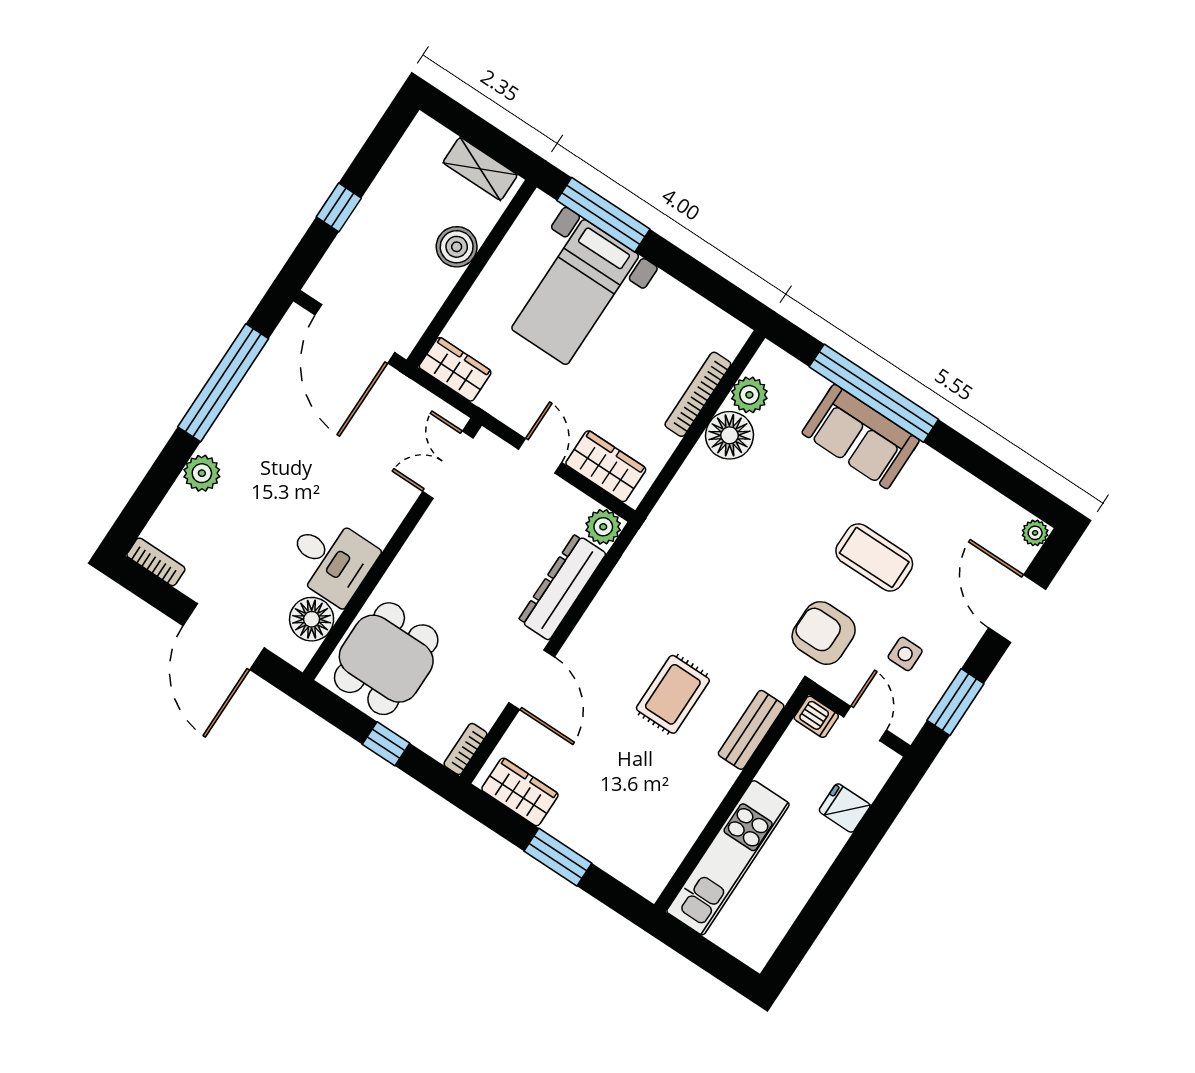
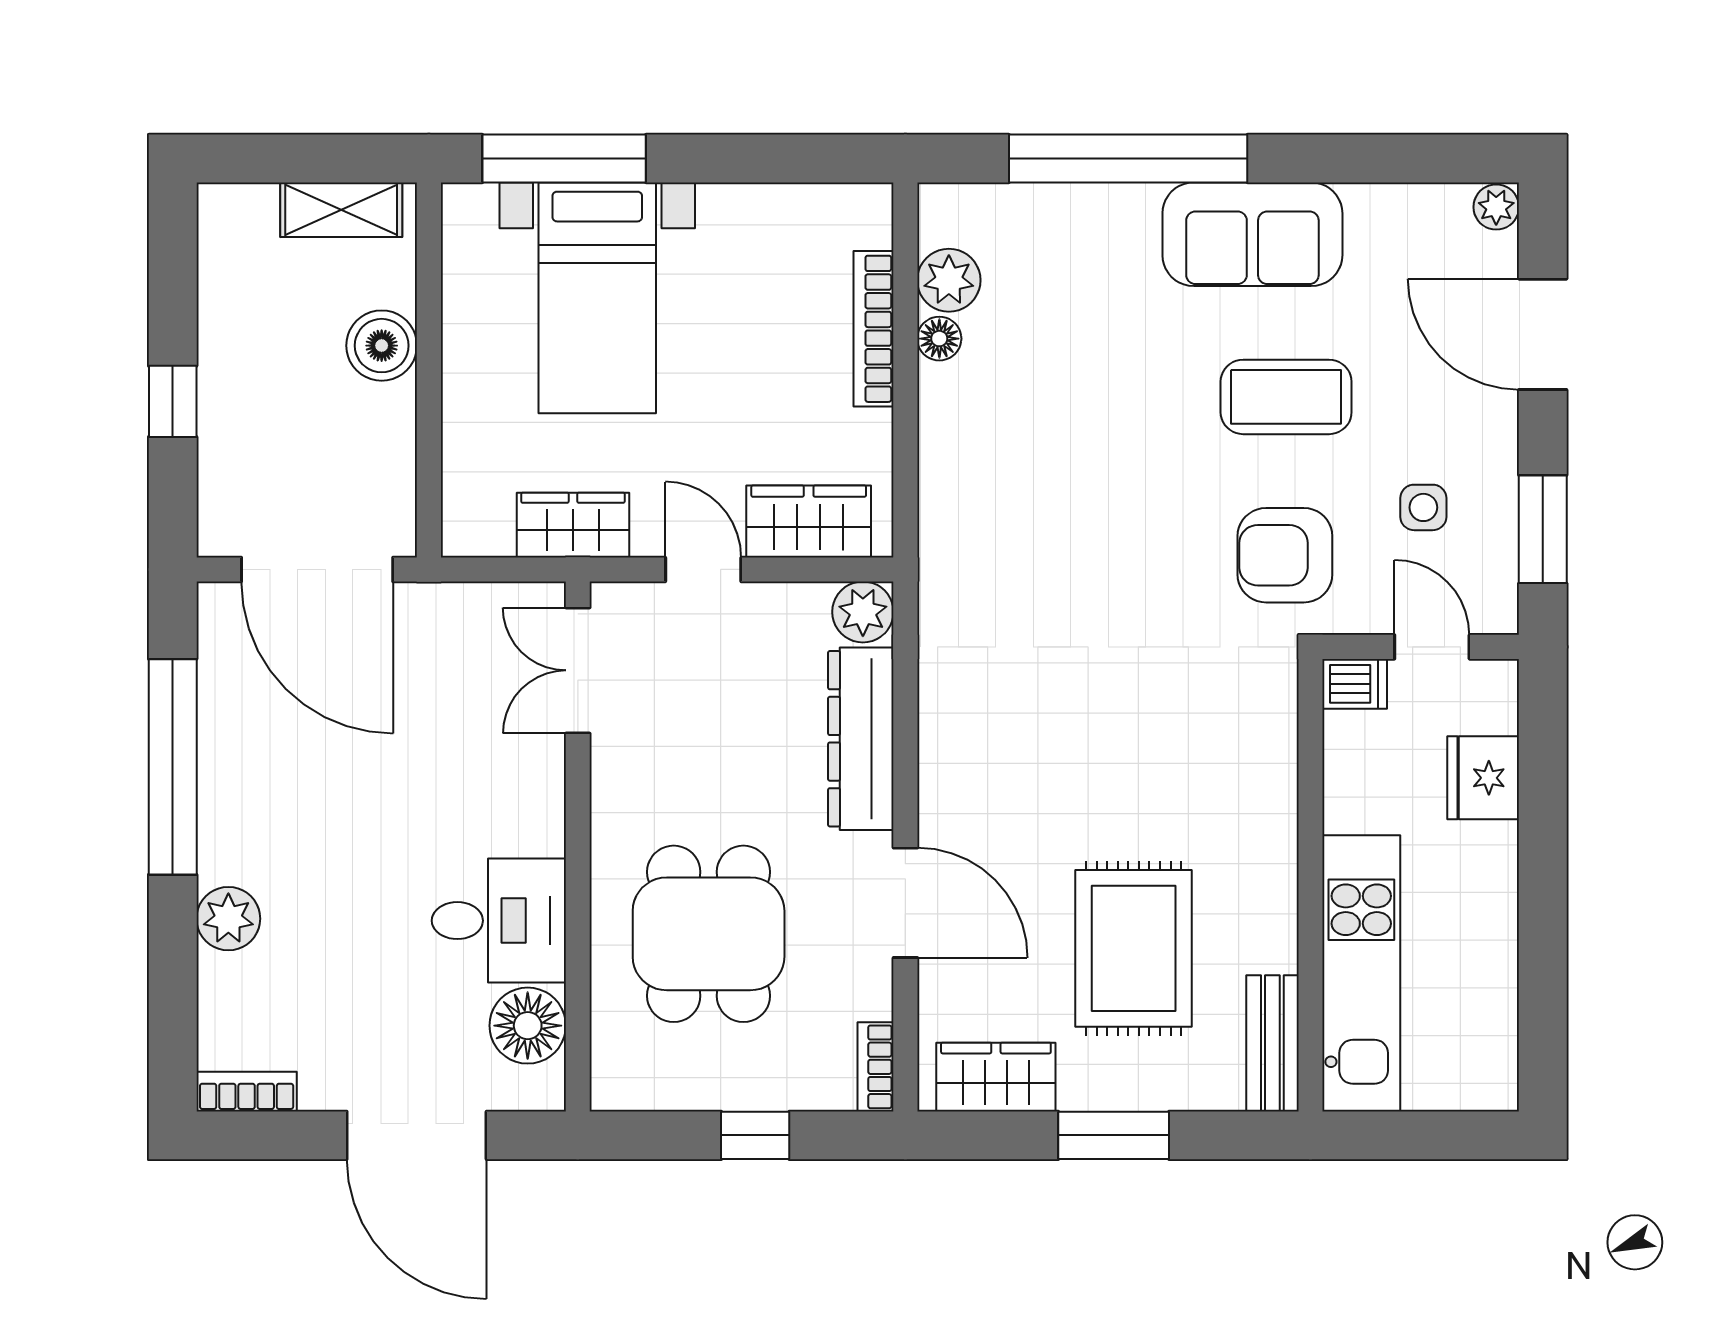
wardrobe: (455, 369) -> (573, 525), moved
floor lamp: (730, 435) -> (939, 339), width x0.53, depth x0.53
sofa: (861, 437) -> (1252, 234), moved
dining table: (386, 659) -> (709, 934), moved
rug: (673, 694) -> (1134, 948), moved, width x1.36, depth x1.43
bench: (751, 730) -> (1272, 1043), moved
fridge: (845, 808) -> (1483, 778), width x1.38

